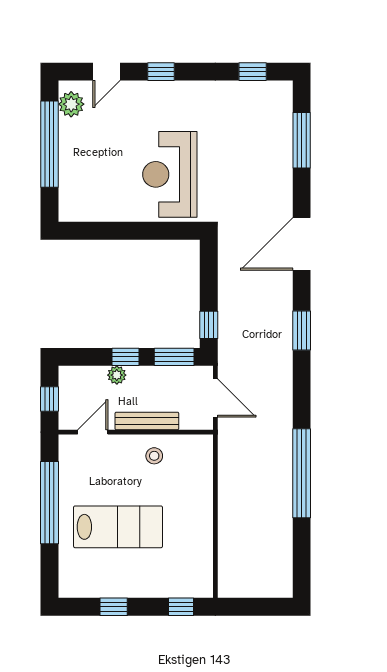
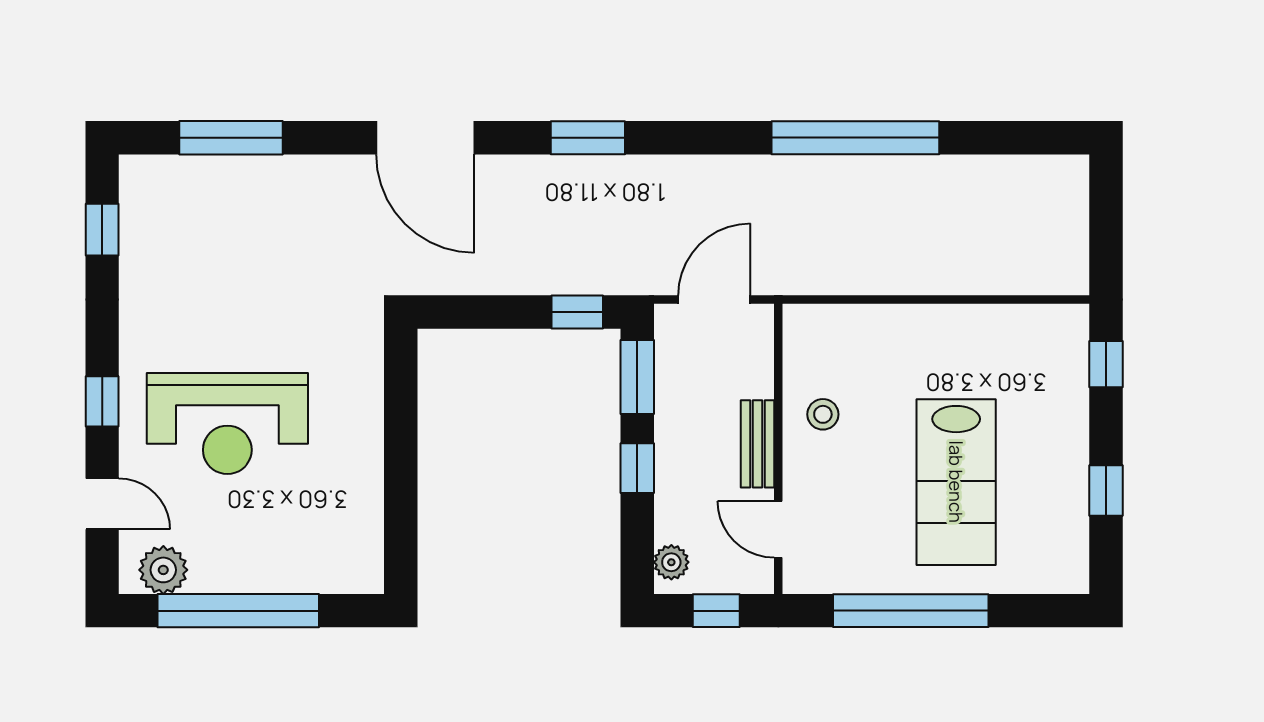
reception desk: (170, 174) -> (227, 424), moved
plant: (117, 375) -> (671, 562), moved
bench: (147, 421) -> (758, 444), width x0.73
lab bench: (118, 527) -> (956, 482), turned 180

